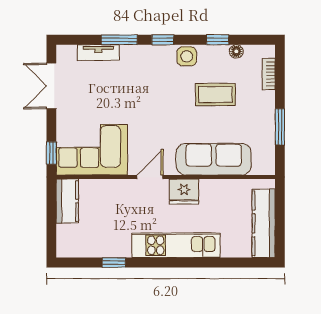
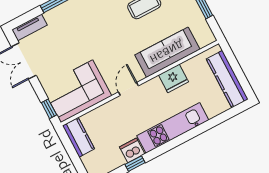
tv unit: (98, 53) -> (29, 27), moved
fridge: (184, 192) -> (174, 78), moved
dishwasher: (118, 246) -> (132, 150), added

